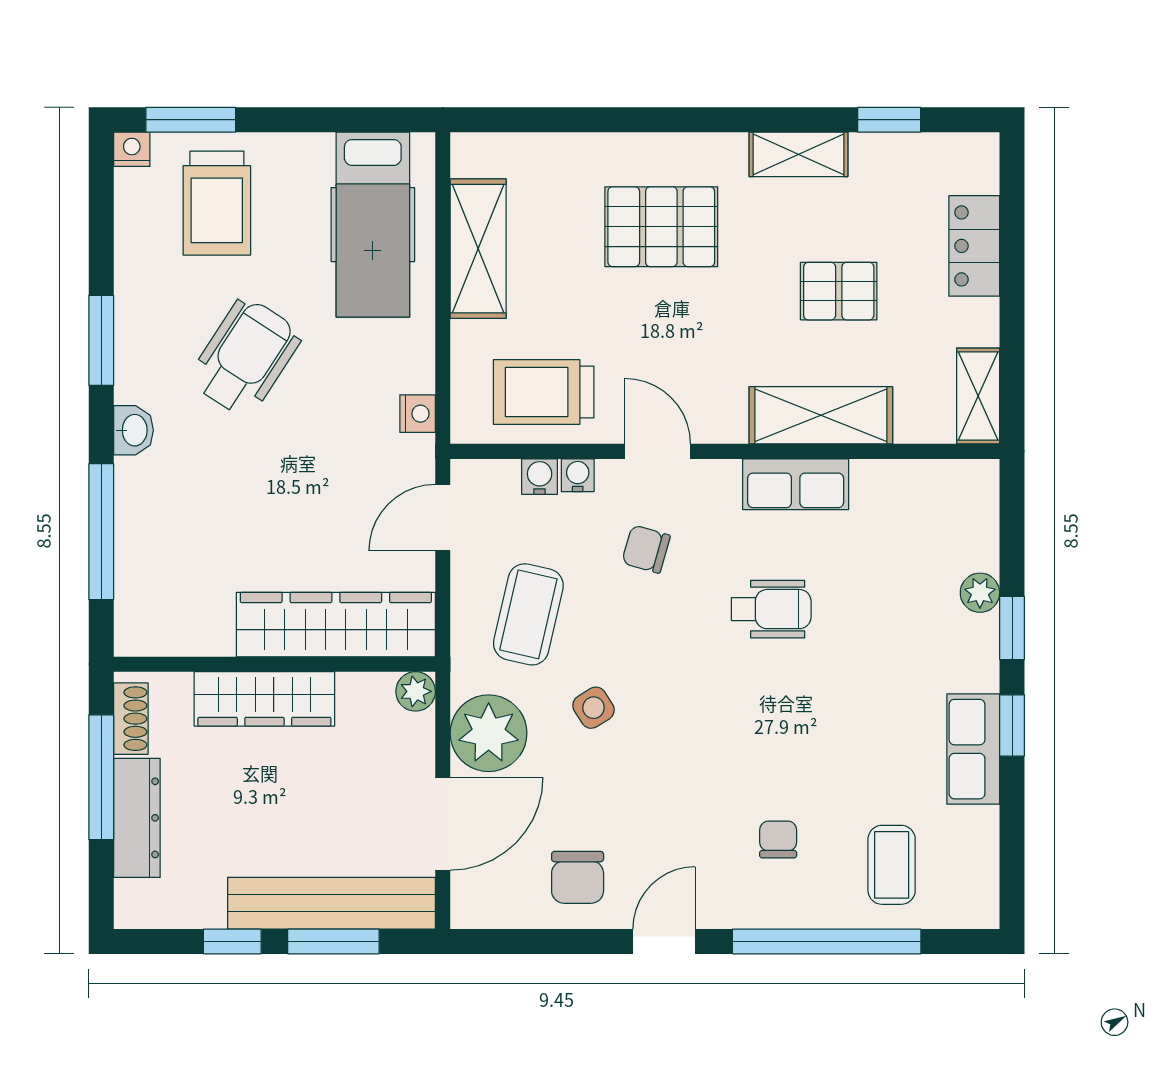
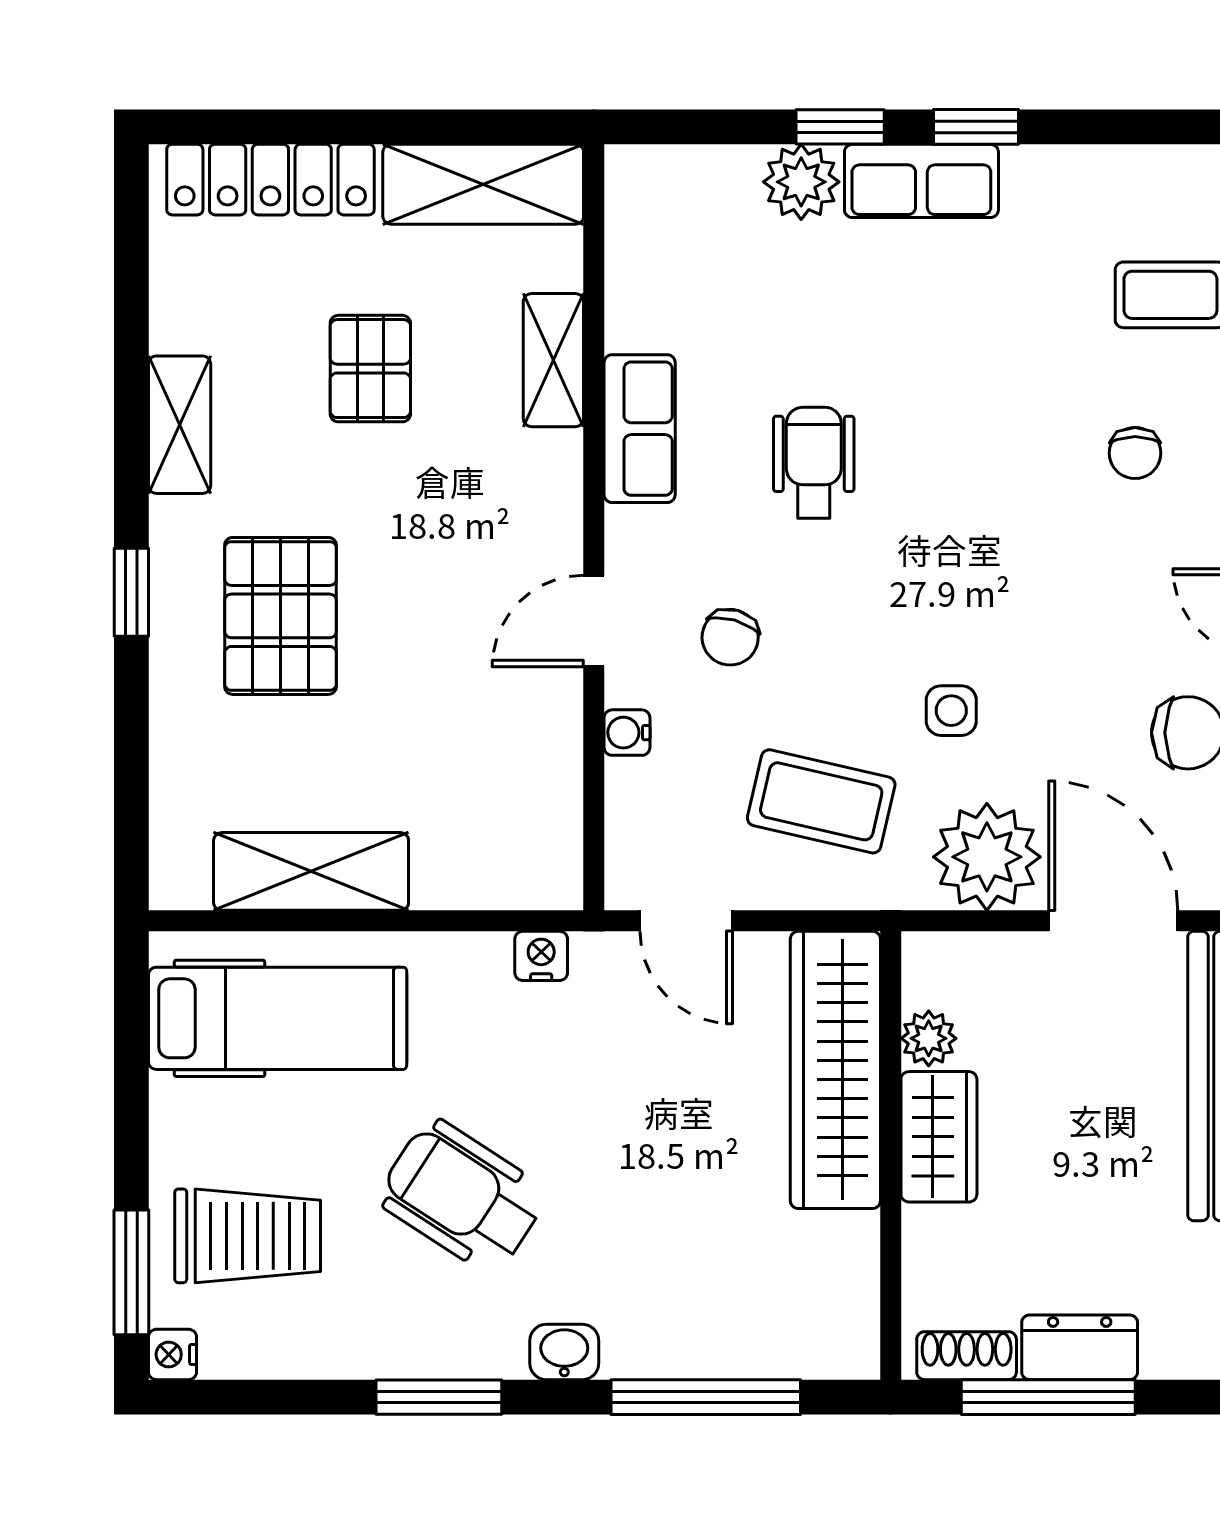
window: (889, 120) -> (131, 592), moved
locker: (974, 246) -> (270, 180), width x1.53
trolley: (544, 392) -> (511, 780), removed
shelving: (978, 396) -> (483, 184), width x1.50, depth x1.33
shelving: (821, 415) -> (553, 360), width x0.67, depth x0.75
water cooler: (540, 477) -> (629, 786), removed
plant: (980, 593) -> (801, 182), width x1.38, depth x1.38
plant: (416, 691) -> (929, 1038), moved
wardrobe: (264, 699) -> (939, 1137), width x0.67
side table: (593, 708) -> (951, 711), turned 32
row of seats: (973, 749) -> (921, 181), moved
dresser: (137, 818) -> (1080, 1347), width x0.70
chair: (778, 839) -> (1135, 453), turned -90

